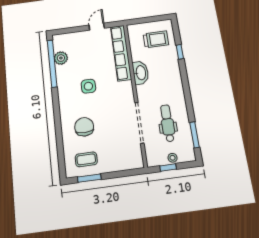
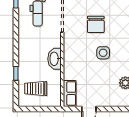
row of seats: (121, 53) -> (70, 93), width x0.50
chair: (84, 127) -> (96, 24), moved

